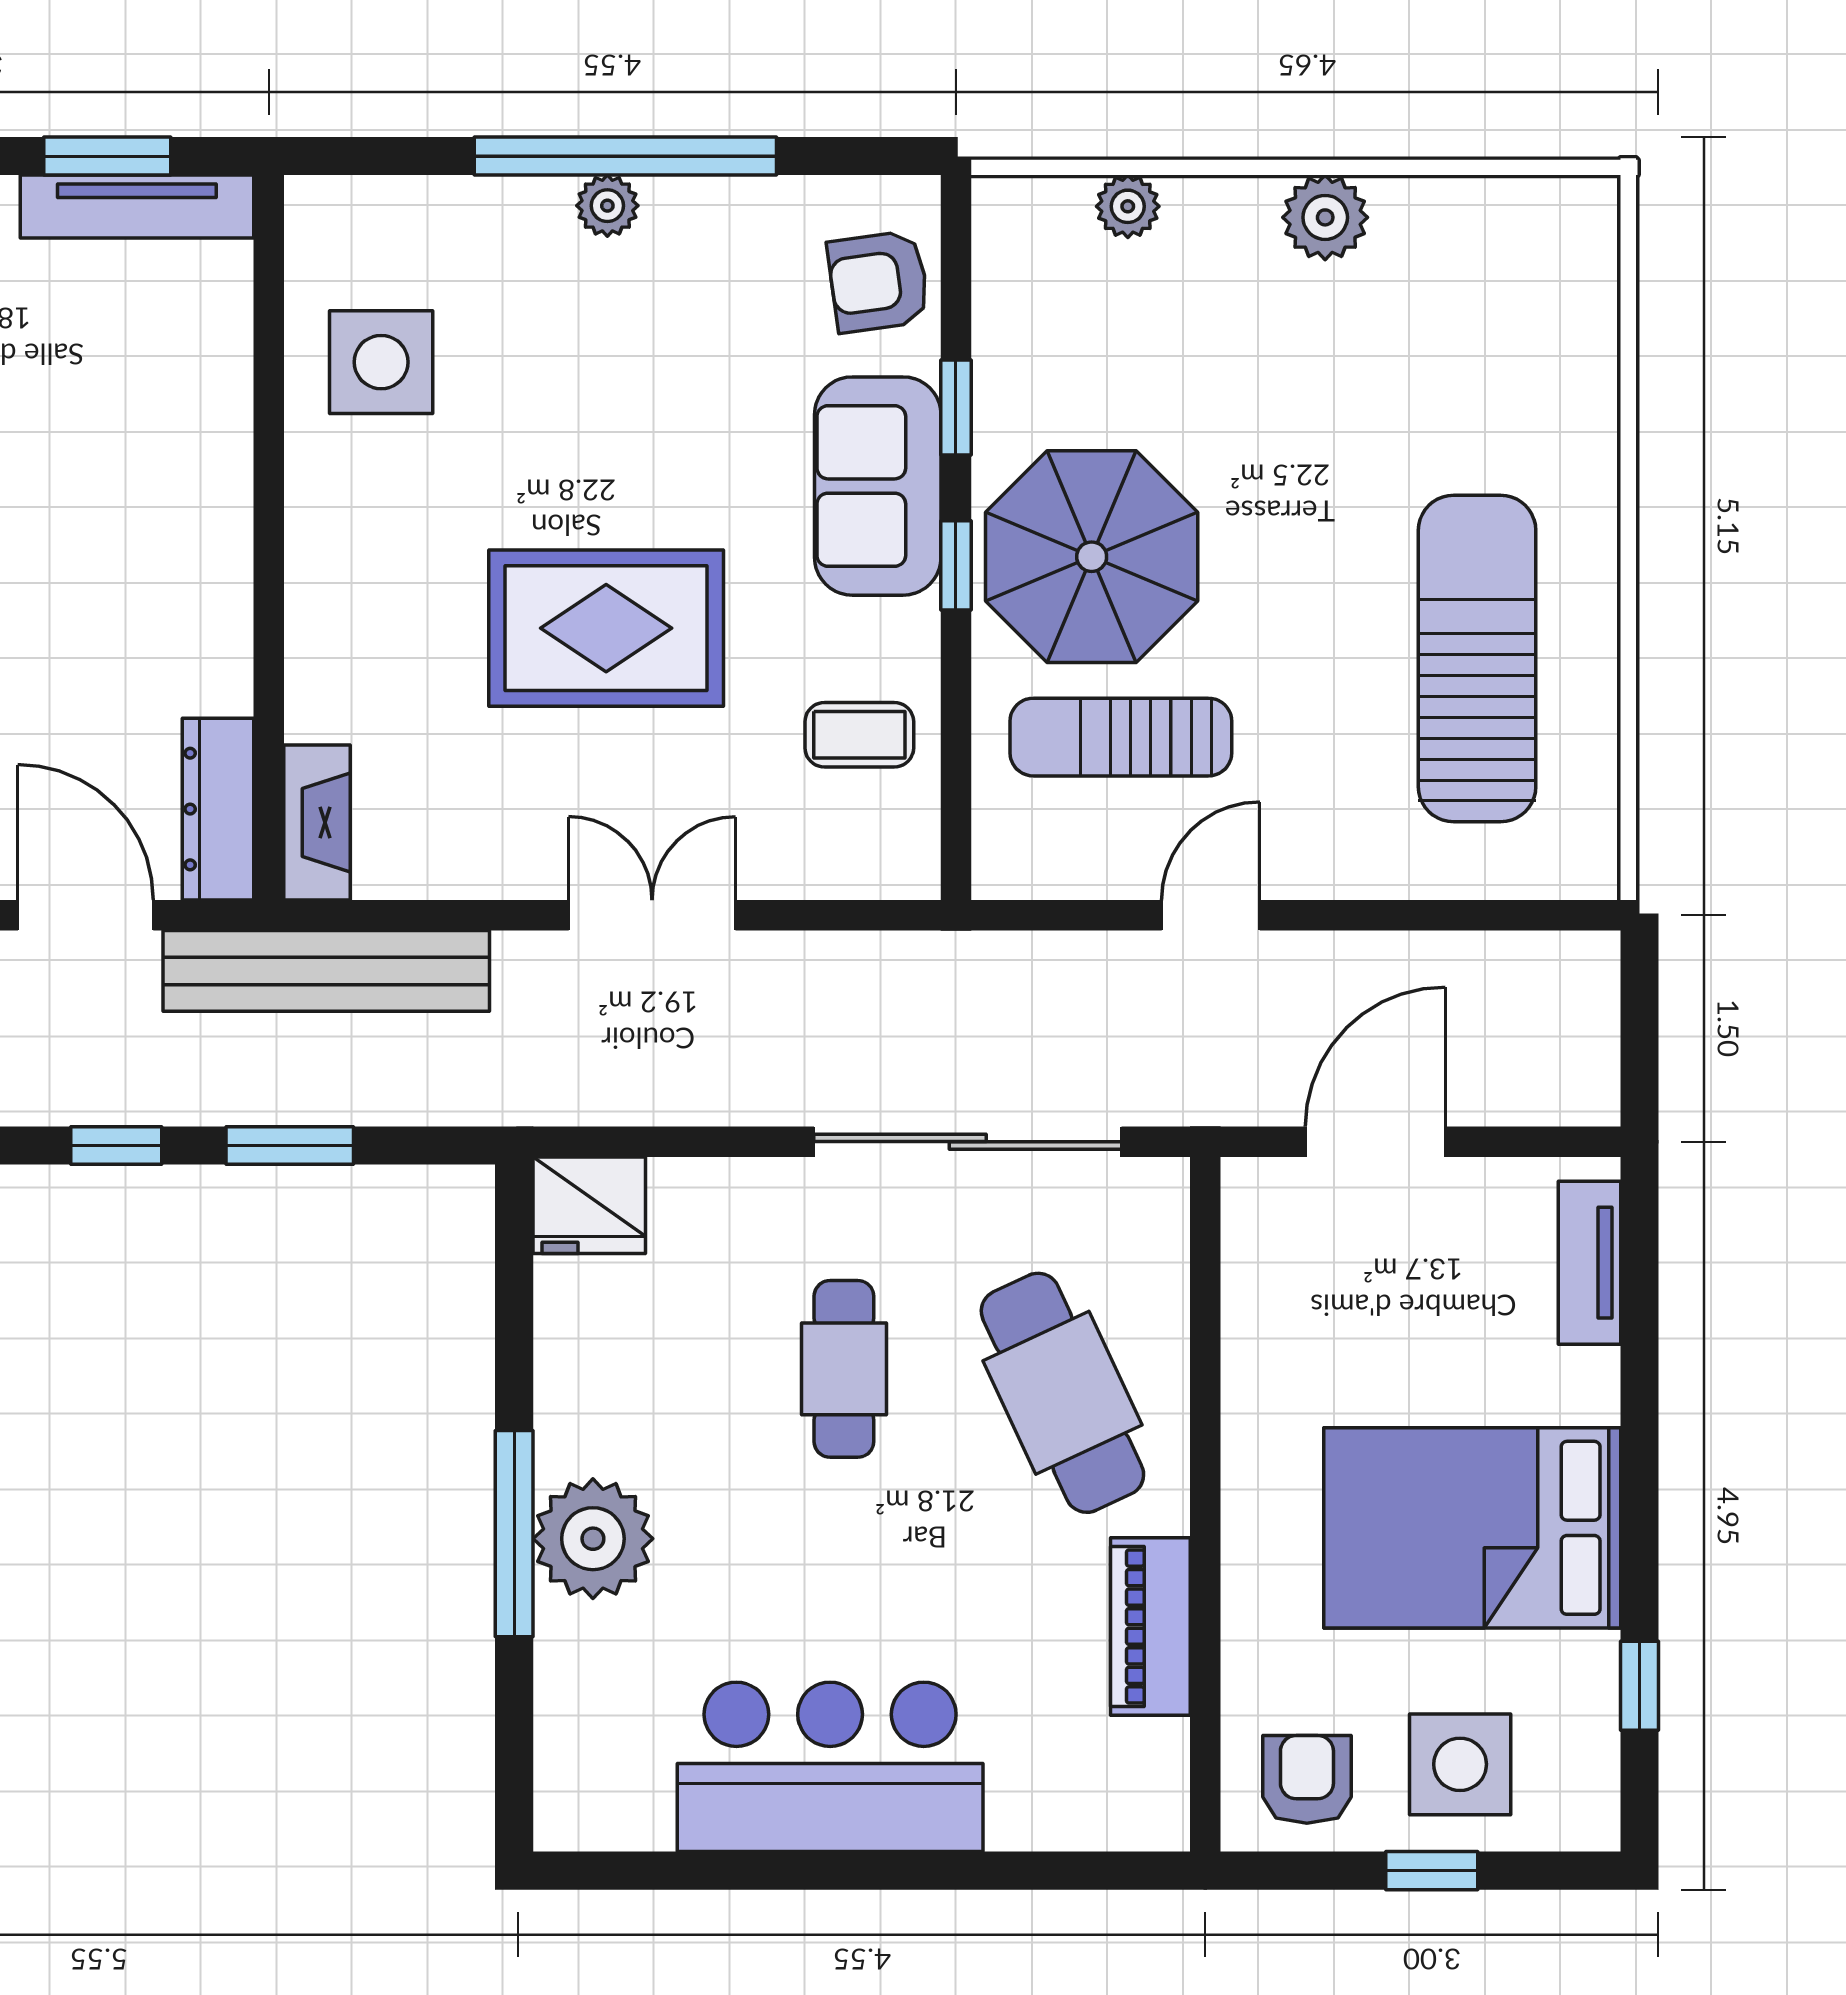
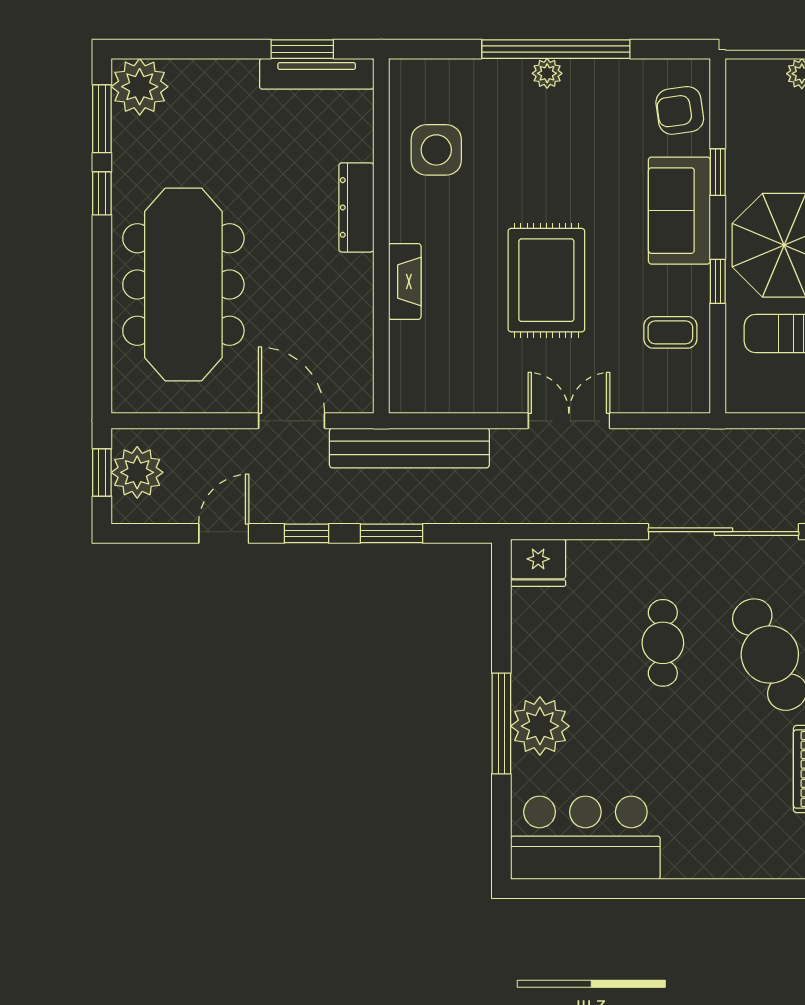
window: (956, 565) -> (718, 281), moved
rug: (606, 628) -> (546, 280), turned 90
dresser: (218, 809) -> (356, 207), moved
fireplace: (317, 822) -> (405, 281), moved
bar counter: (830, 1767) -> (585, 838), moved

